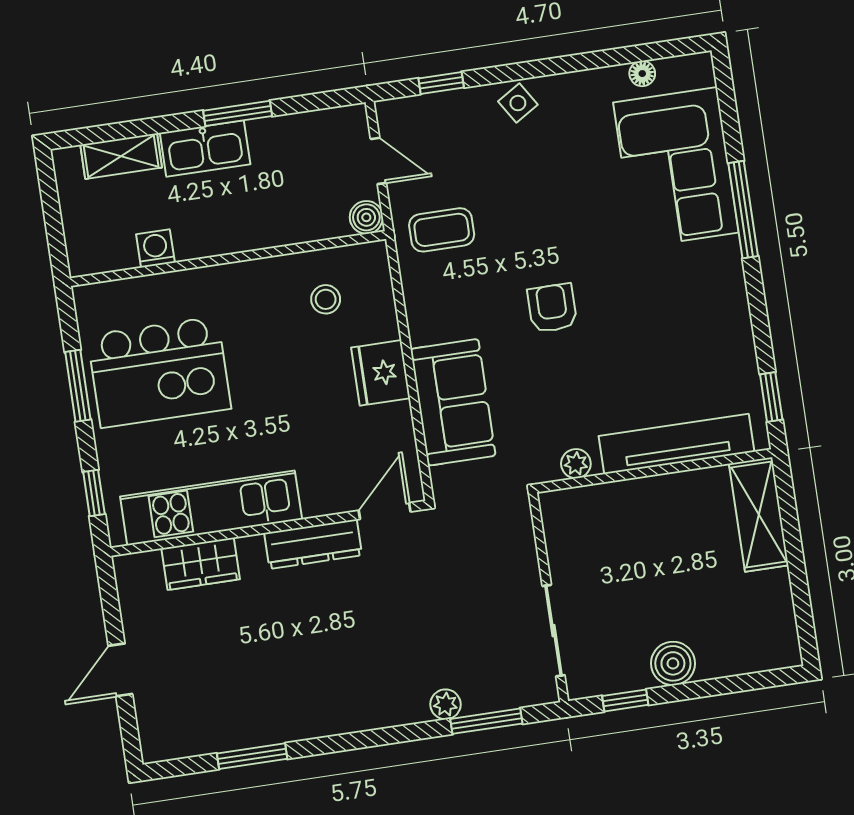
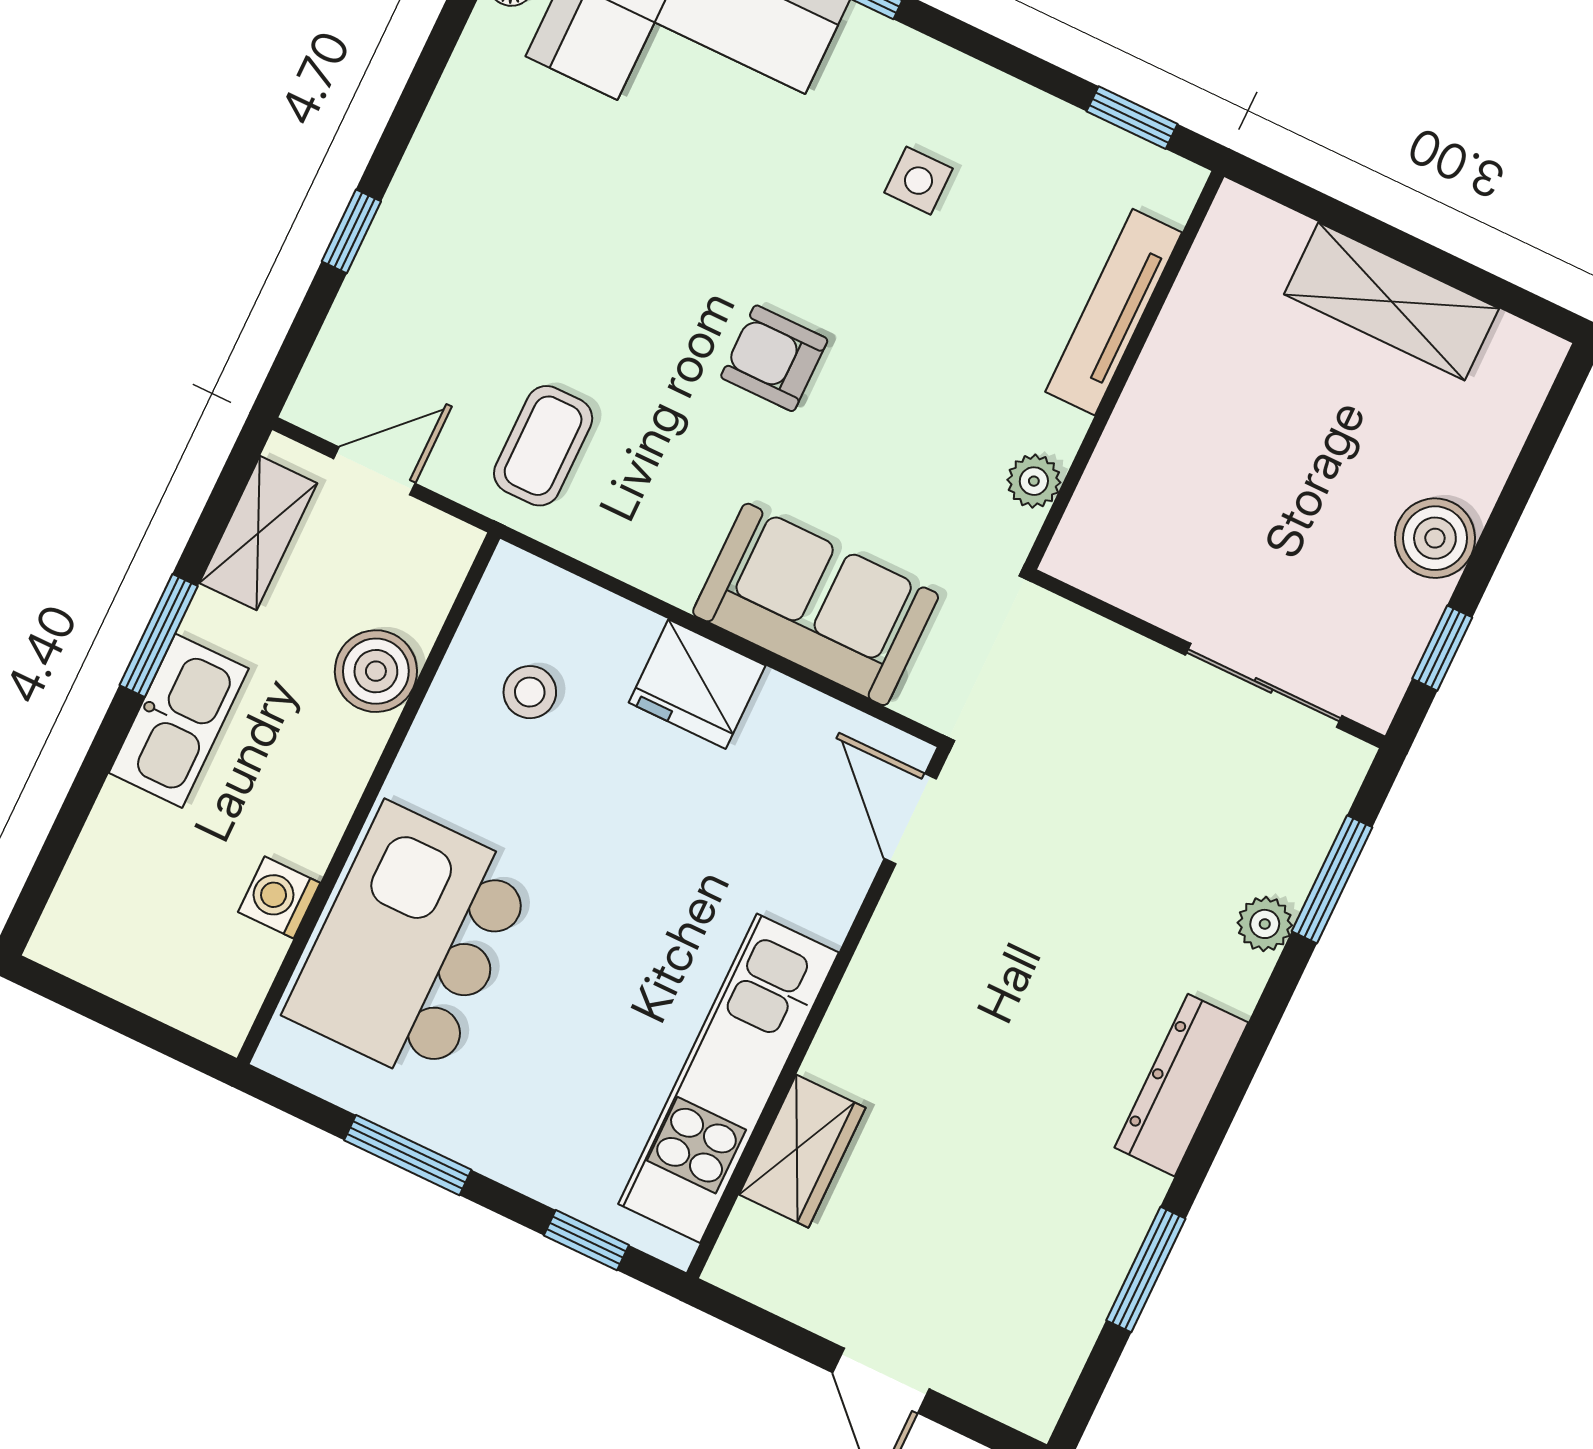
window: (441, 83) -> (351, 231), moved
side table: (518, 103) -> (918, 181), moved, turned 32
shelving: (121, 156) -> (258, 533), moved
boiler: (366, 217) -> (376, 671), moved, width x1.36, depth x1.36
kitchen island: (159, 372) -> (410, 944), moved, turned 180
tv unit: (677, 444) -> (1114, 312), width x0.73, depth x0.78
shelving: (759, 514) -> (1392, 301), moved
dresser: (313, 544) -> (1181, 1085), moved, turned 180

